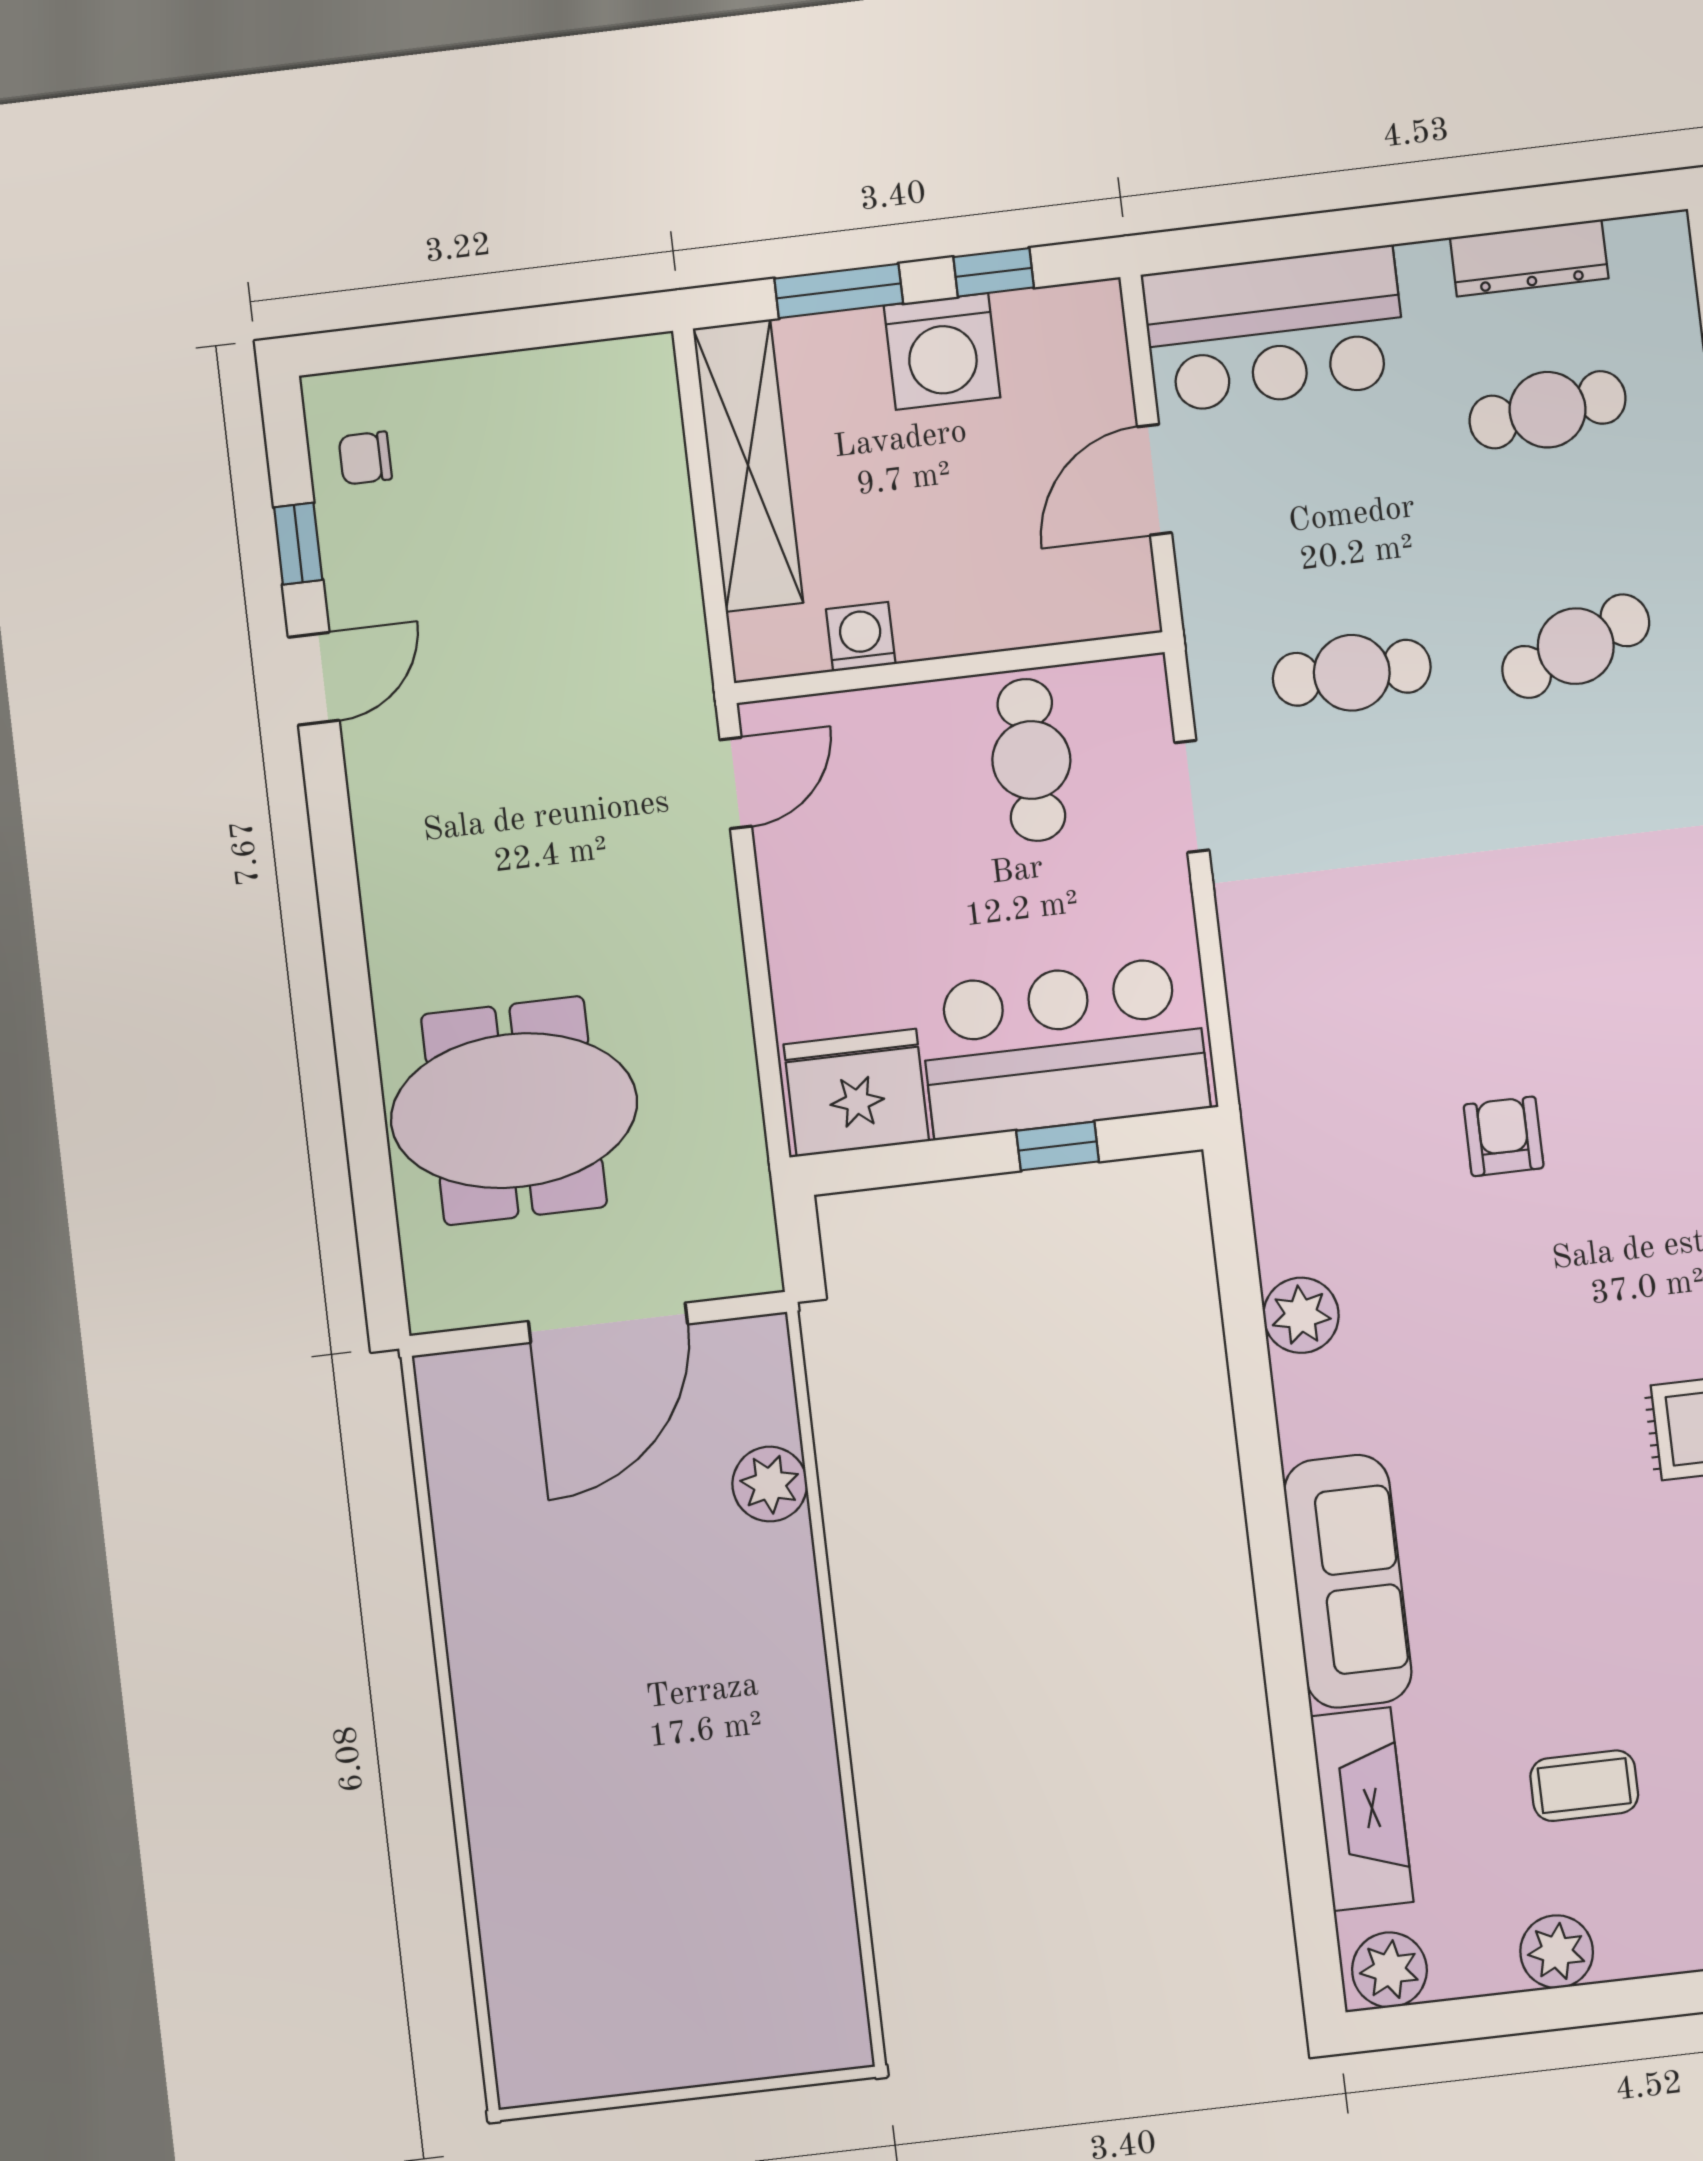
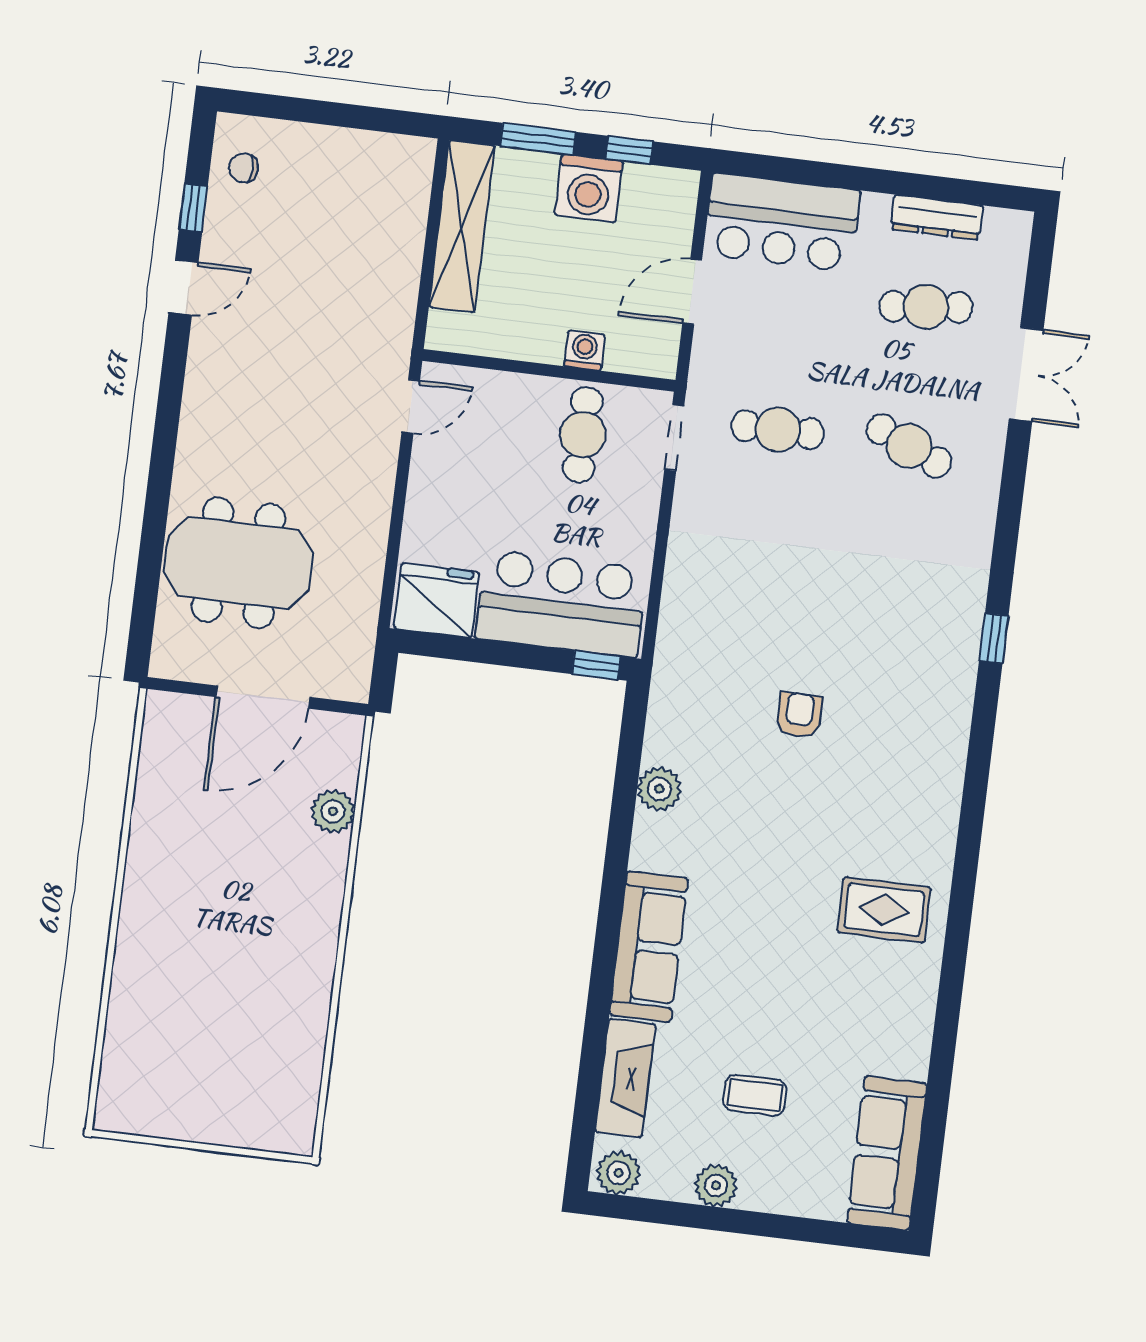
washing machine: (861, 637) -> (584, 350), moved
cafe table: (1576, 646) -> (909, 446), turned 45
doorway: (1192, 796) -> (674, 438), moved
window: (1058, 1146) -> (596, 665), moved

